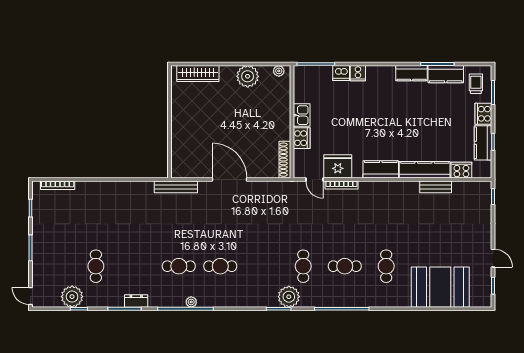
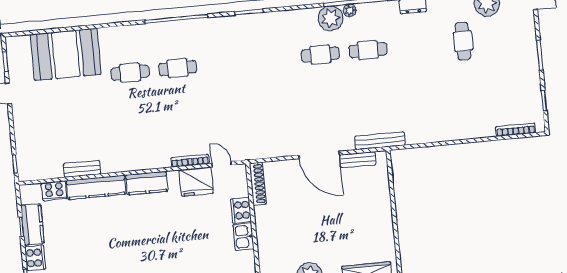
bench: (196, 172) -> (358, 160), added
cafe table: (303, 266) -> (225, 64), removed
cafe table: (386, 266) -> (130, 73), turned 90
plant: (289, 297) -> (330, 18), moved

